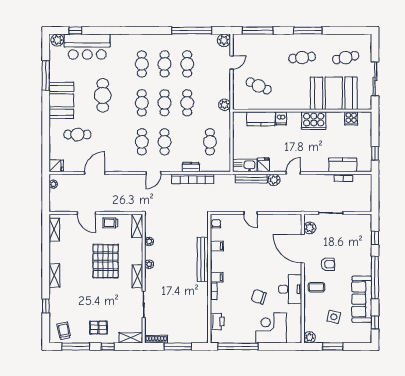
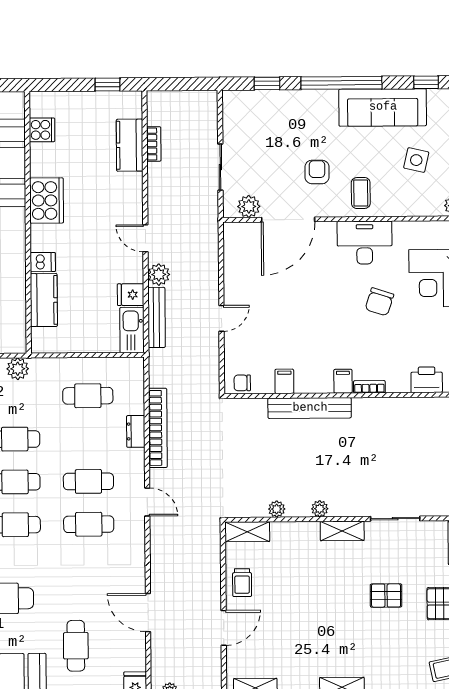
pallet: (106, 261) -> (386, 596), moved, width x0.49, depth x0.50

